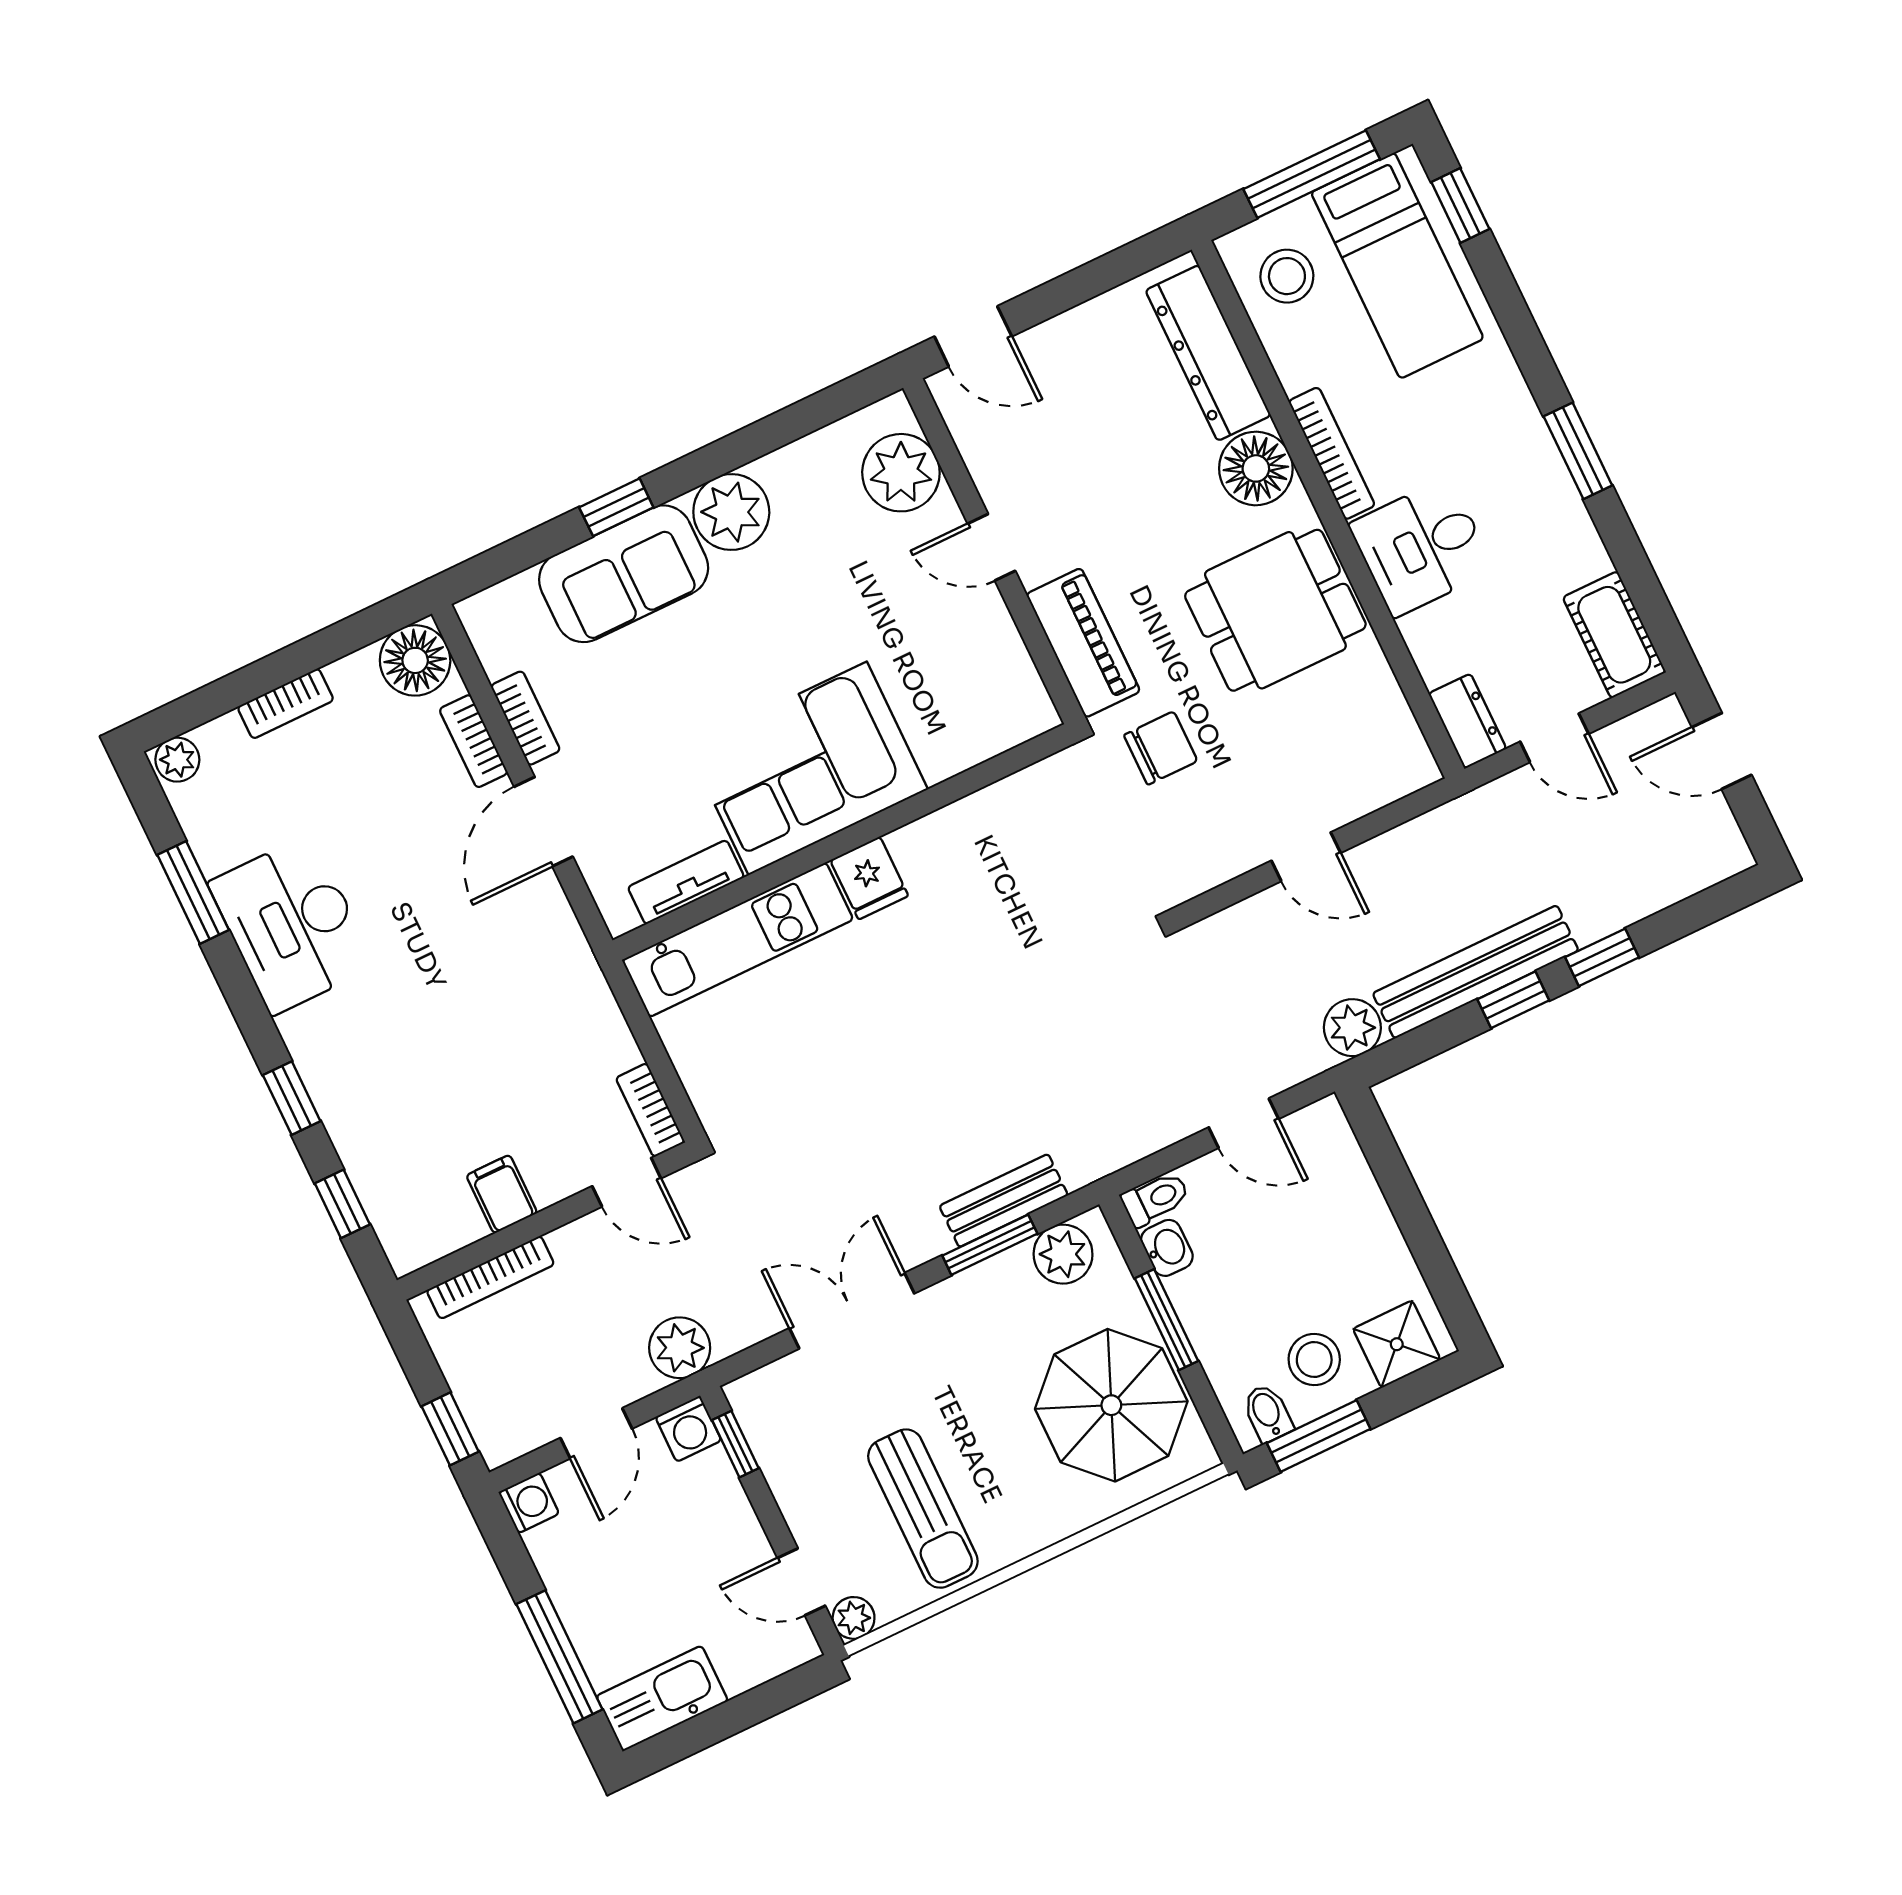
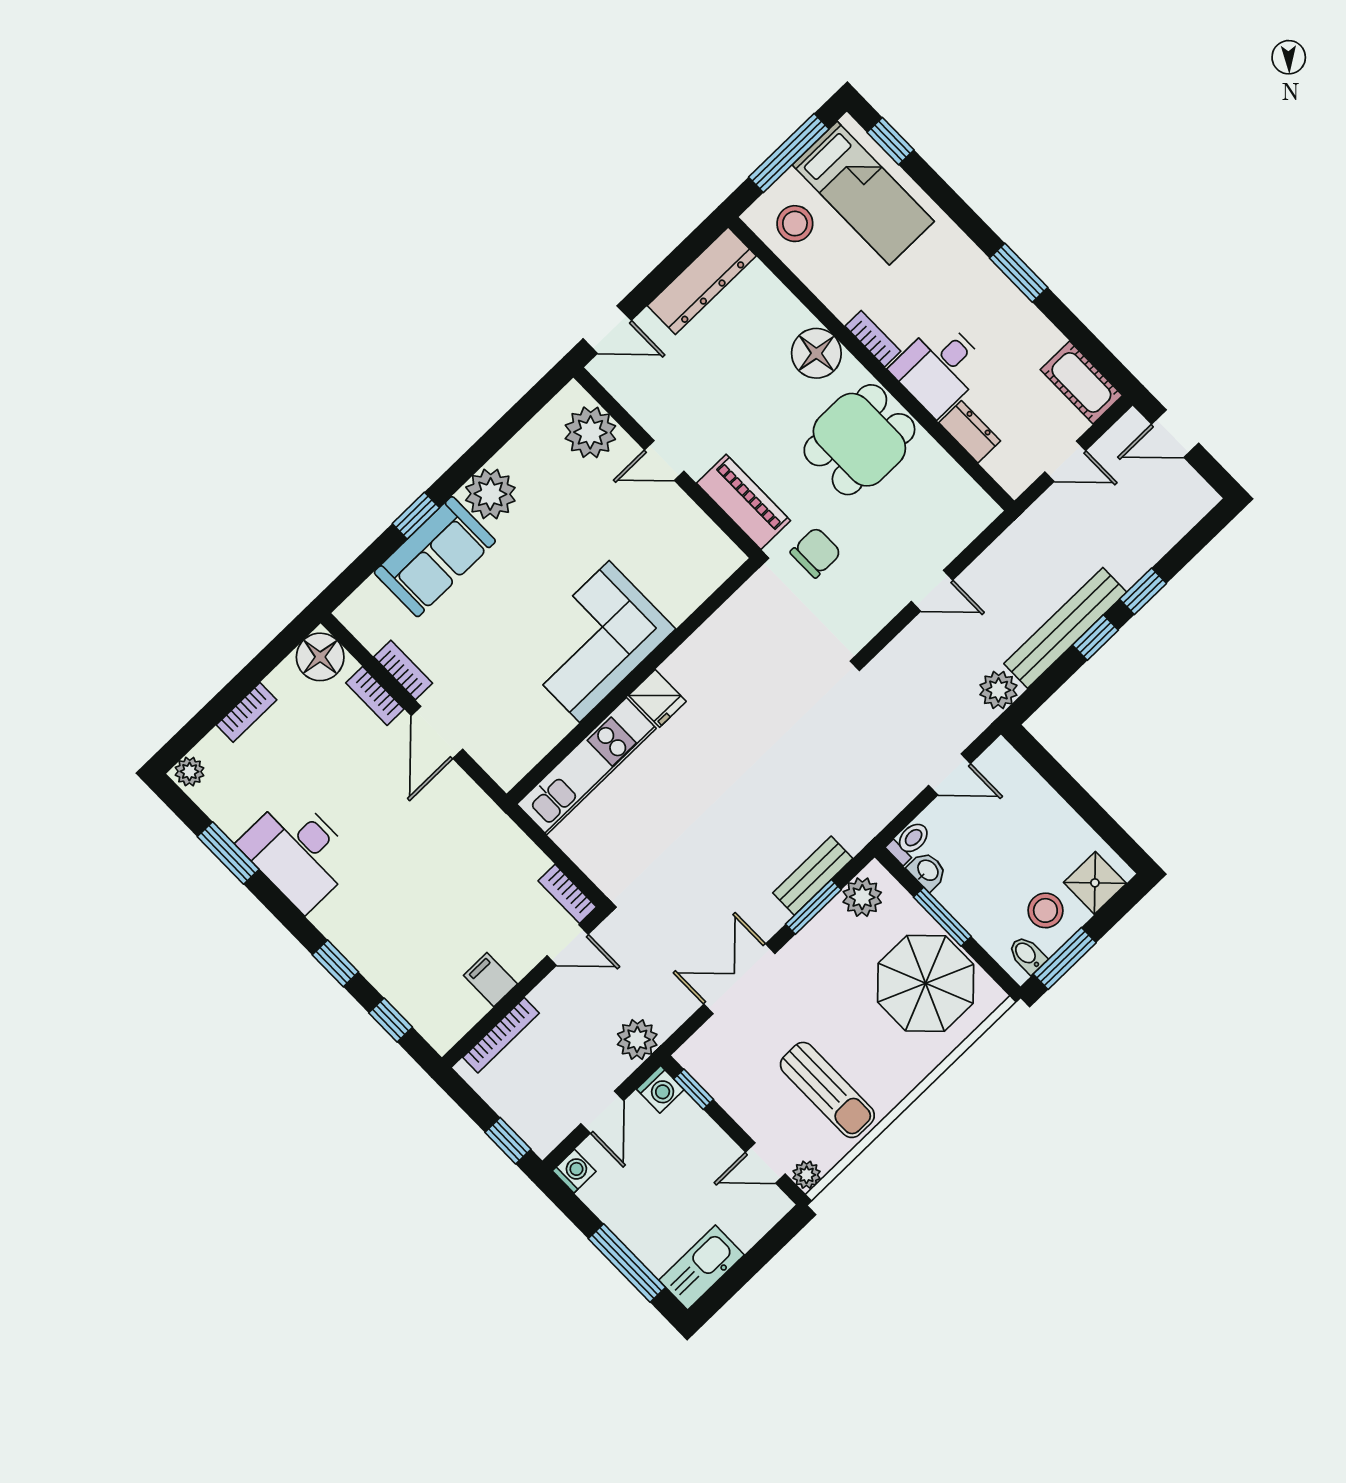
dresser: (1208, 353) -> (702, 281), moved, turned -90
bookcase: (1332, 453) -> (873, 339), width x0.64
dresser: (1467, 721) -> (970, 432), moved
tv unit: (686, 882) -> (541, 740), removed

